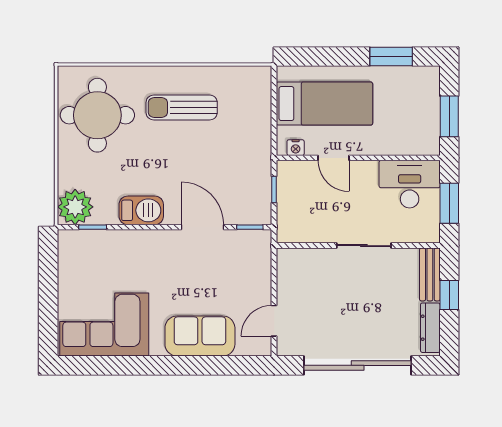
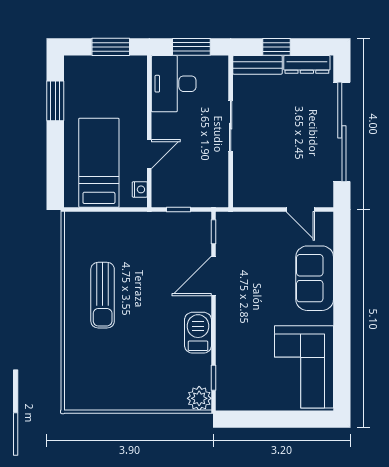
round table: (97, 115) -> (110, 373), removed
plant: (75, 207) -> (199, 398), width x0.73, depth x0.73

